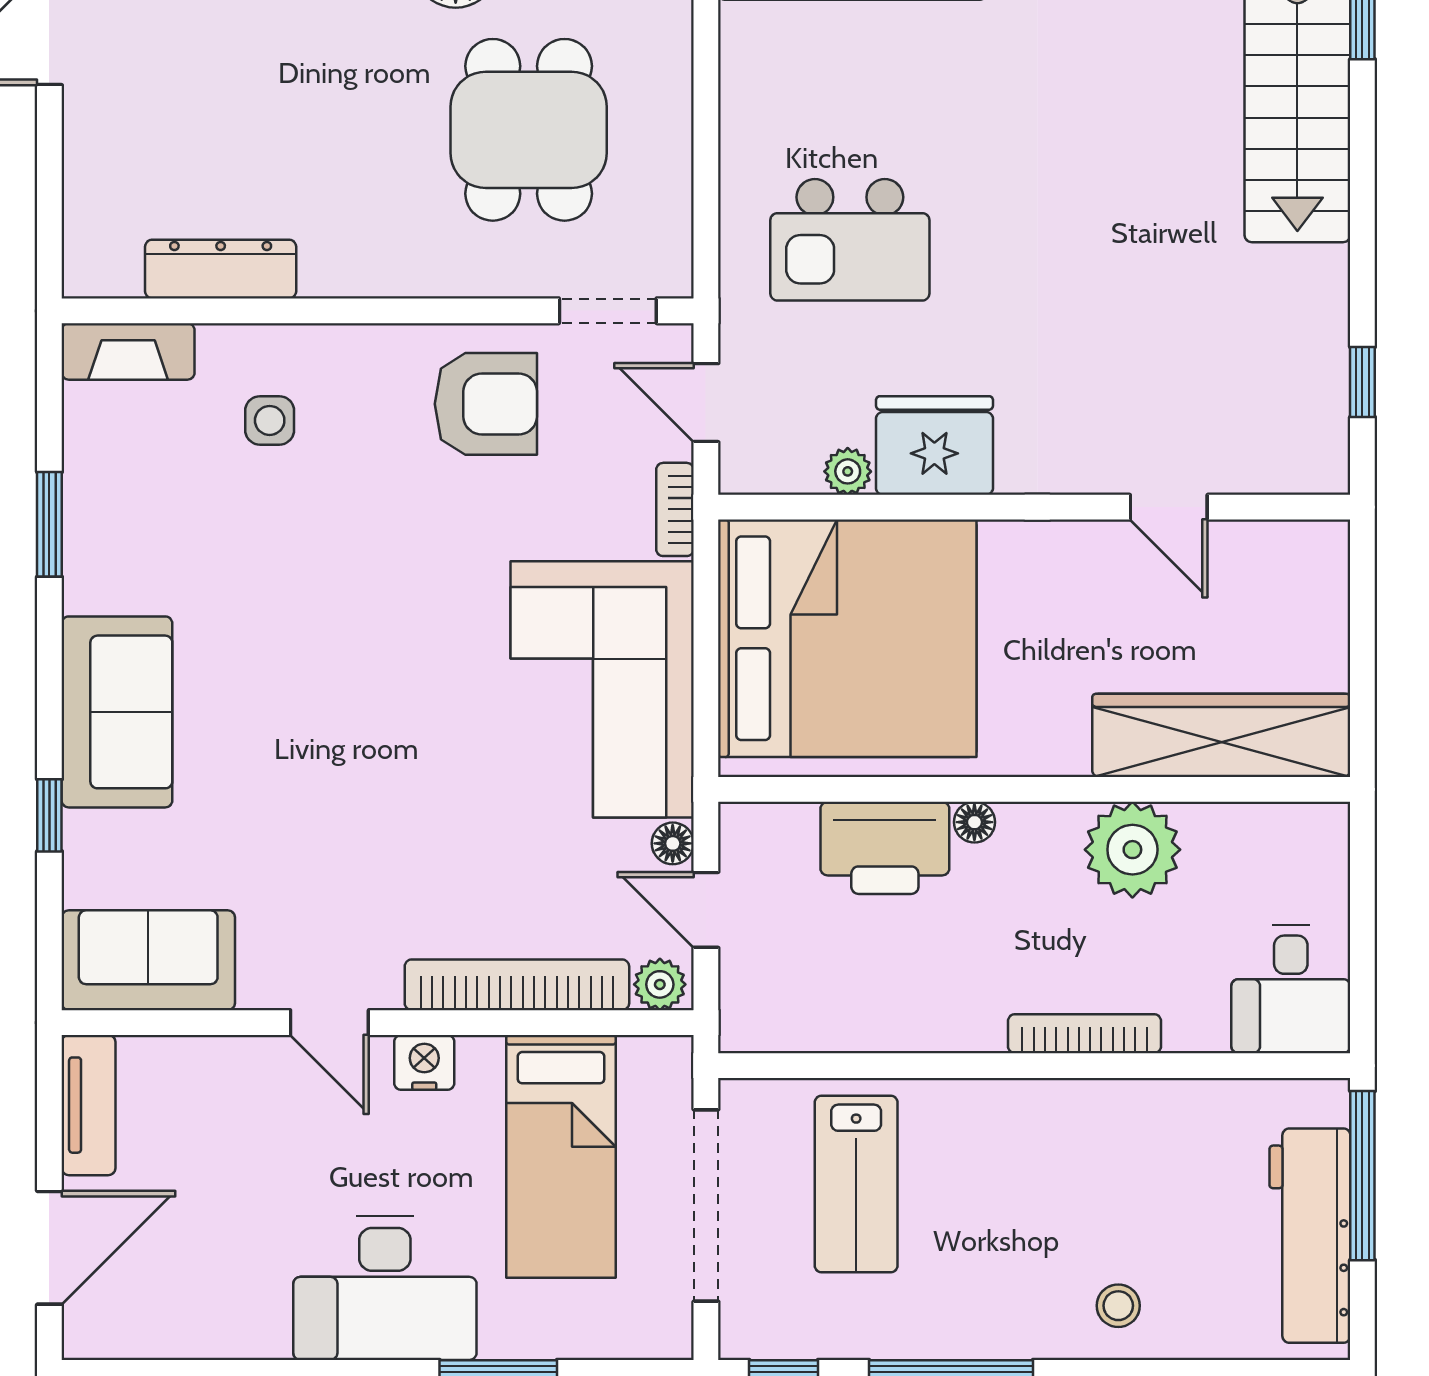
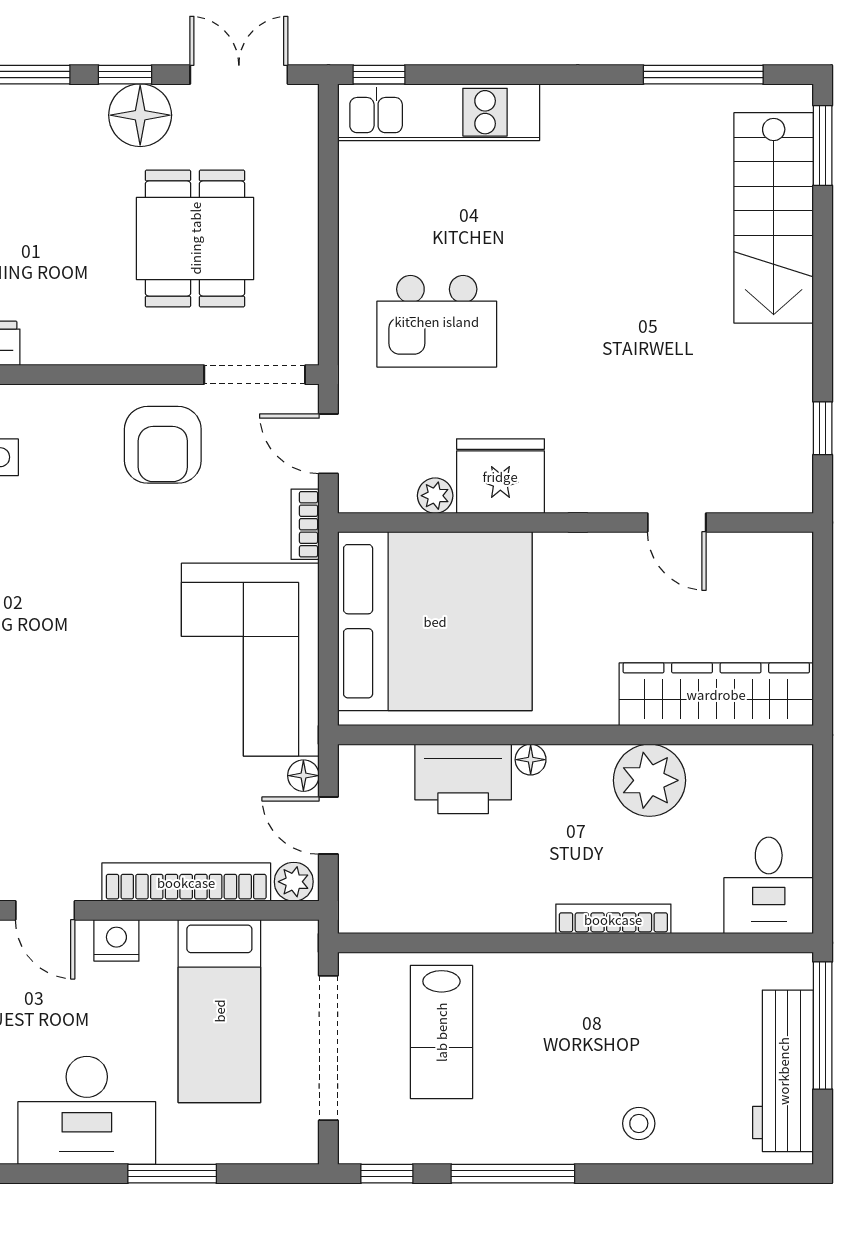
doorway: (608, 311) -> (255, 375), width x1.38
armchair: (486, 404) -> (163, 445), turned 90

